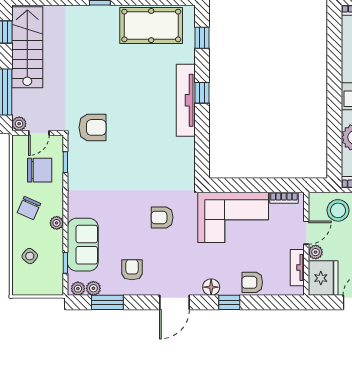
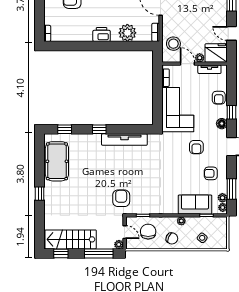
tv unit: (186, 100) -> (124, 140), moved
armchair: (162, 217) -> (196, 147), moved

